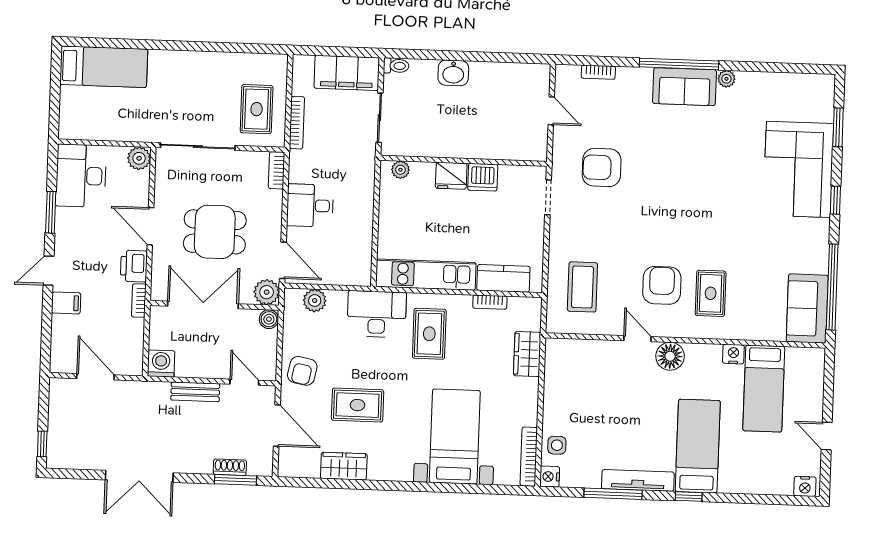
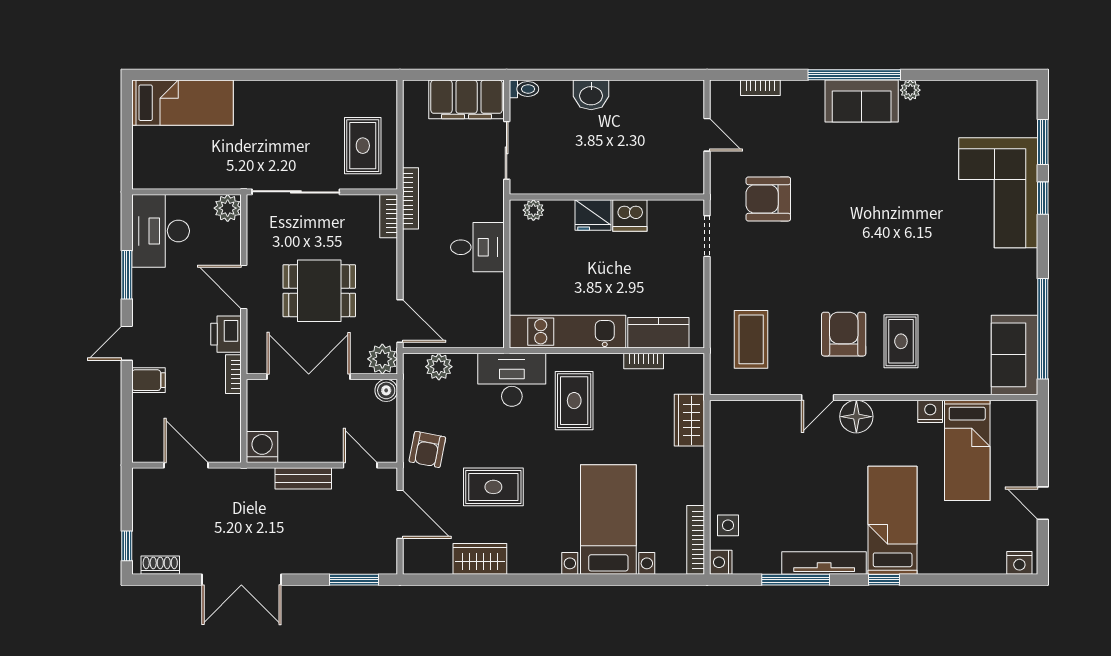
bookcase: (297, 123) -> (410, 198), moved
window: (835, 200) -> (1043, 198), moved
desk: (310, 205) -> (477, 247), moved, turned 180
door: (637, 339) -> (818, 397), swing flipped
shoe rack: (230, 467) -> (160, 565), moved

